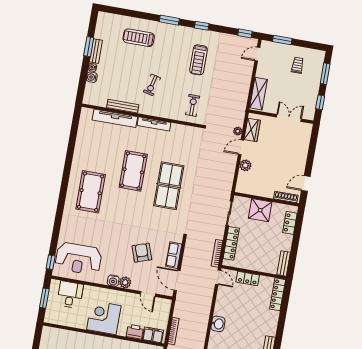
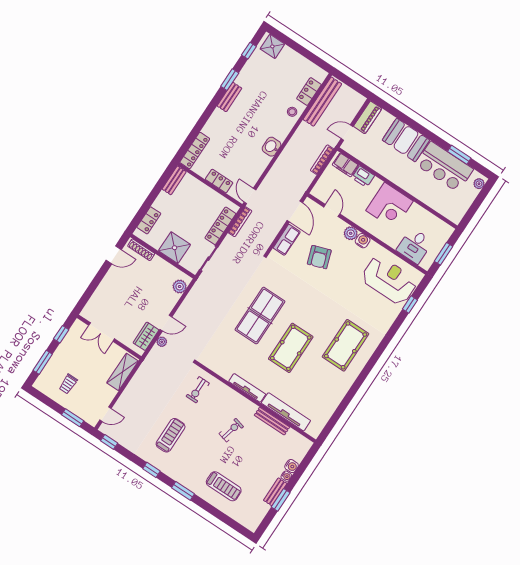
plant: (245, 165) -> (180, 287), moved
window: (51, 262) -> (410, 305), moved

